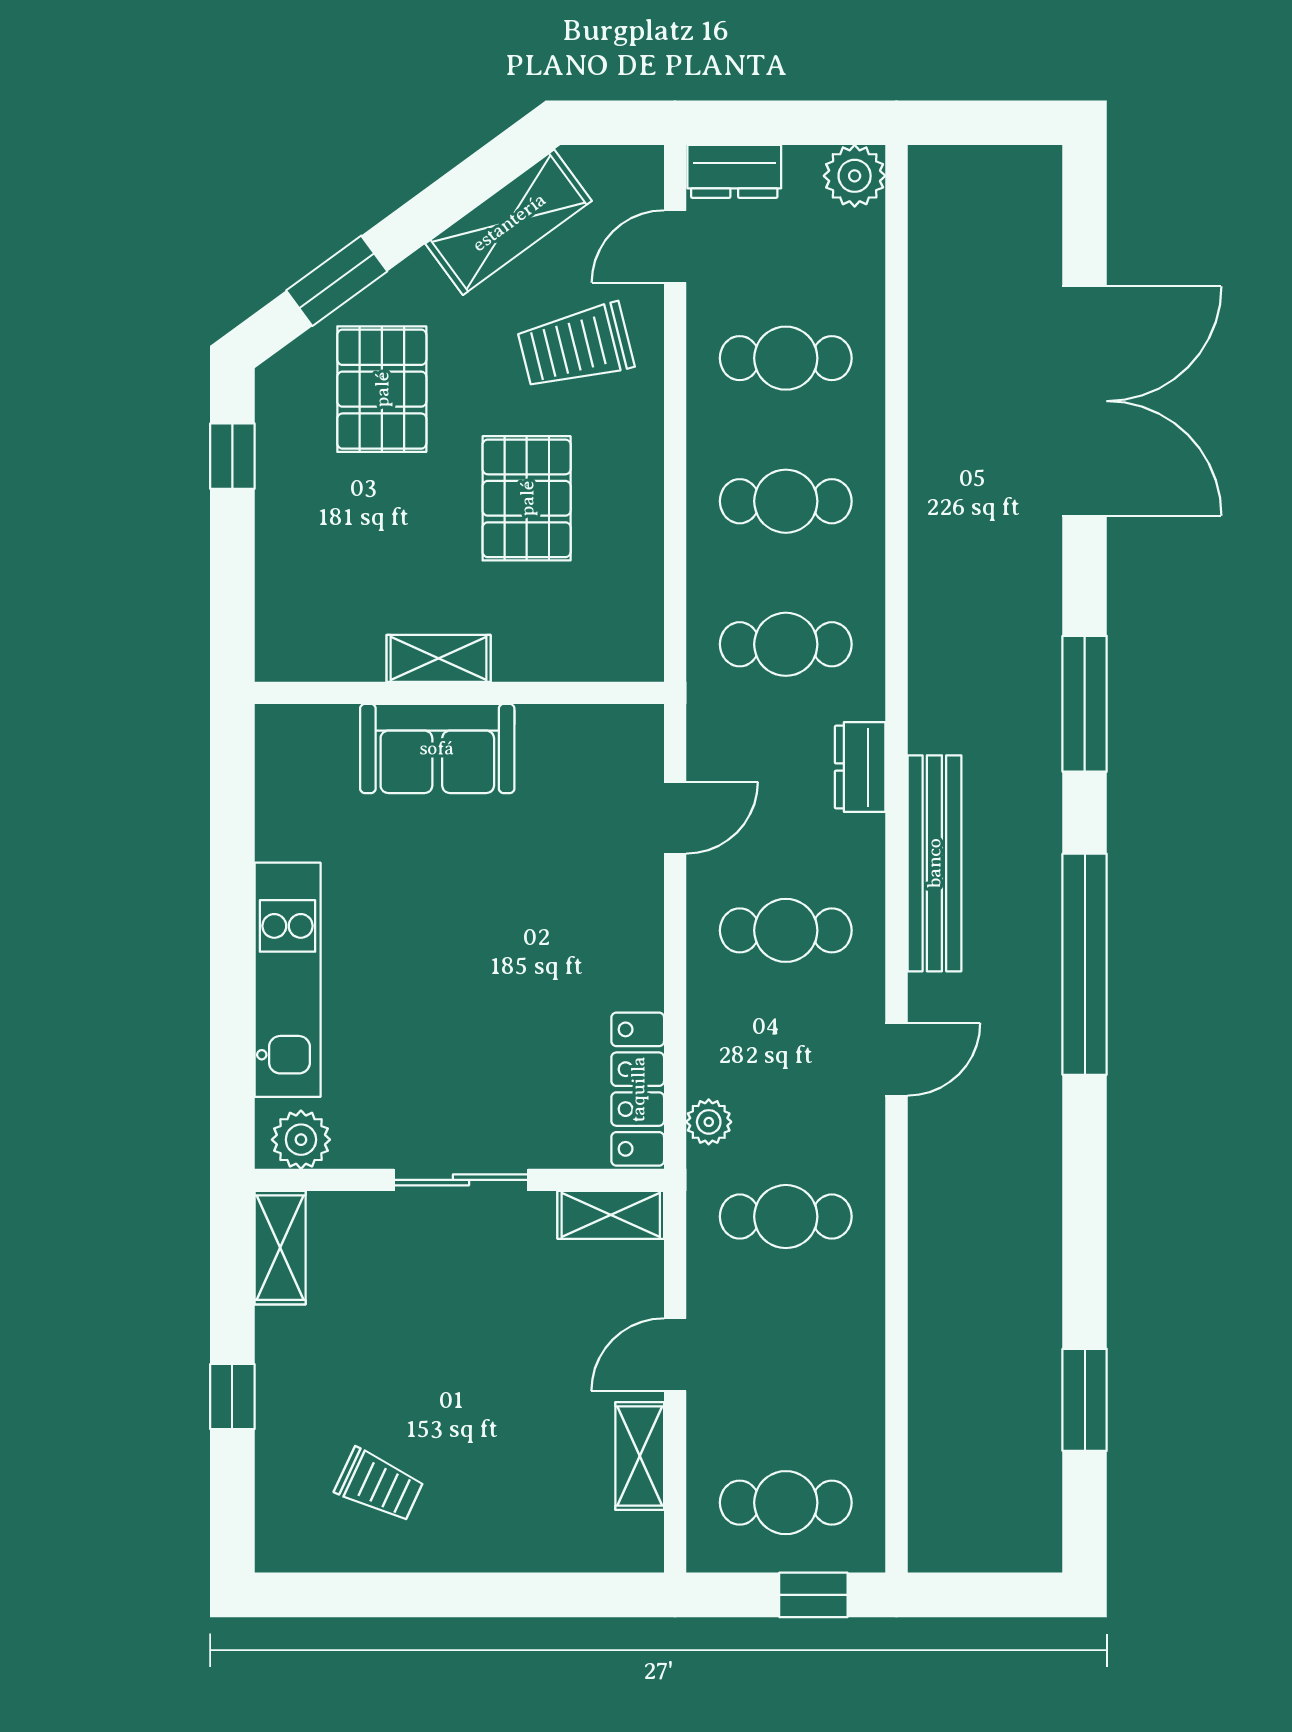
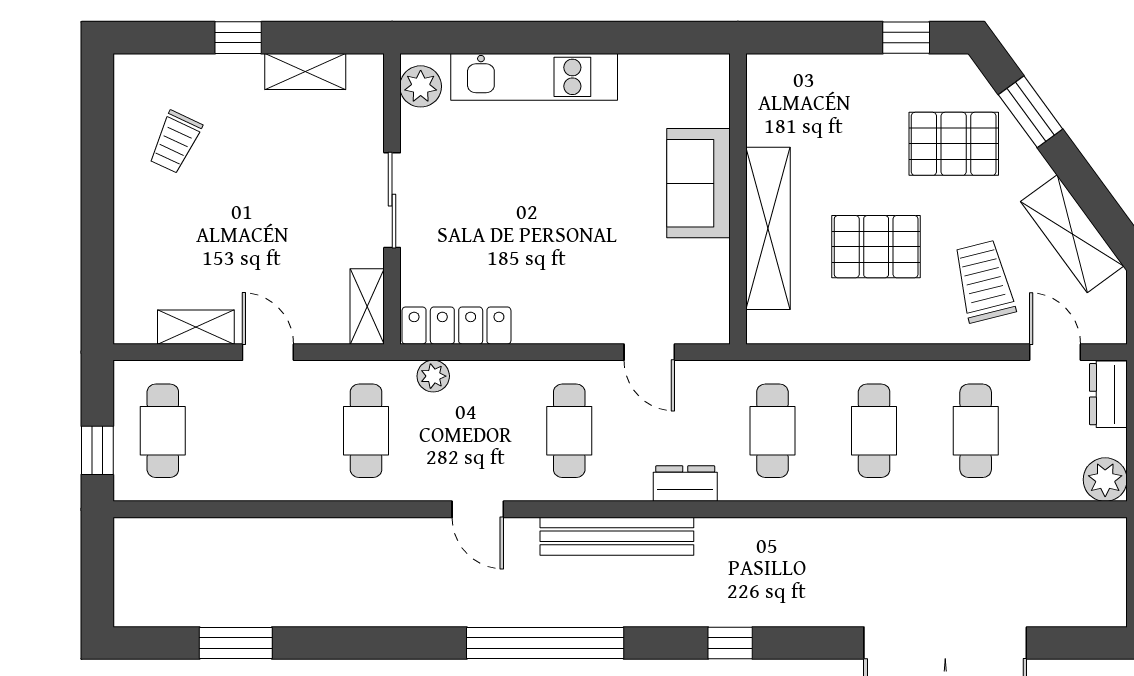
shelving: (439, 658) -> (768, 228), width x2.20, depth x1.33
window: (1085, 704) -> (730, 643), width x0.46
shelving: (280, 1248) -> (305, 72), moved

